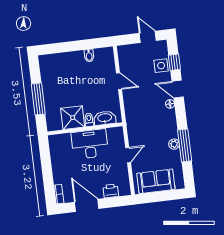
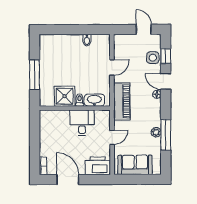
door: (119, 81) -> (112, 67), hinge flipped
piano: (134, 116) -> (122, 101), added
desk: (90, 144) -> (82, 123), width x0.73
printer: (111, 191) -> (98, 166), width x1.87, depth x1.48

